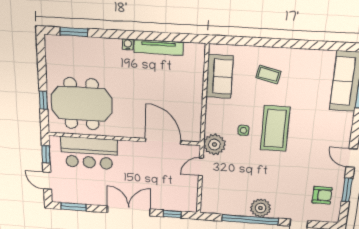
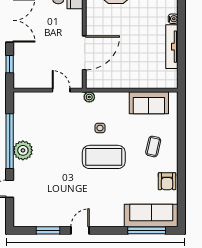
plant: (214, 145) -> (89, 97), width x0.53, depth x0.53
armchair: (322, 195) -> (167, 181), moved

